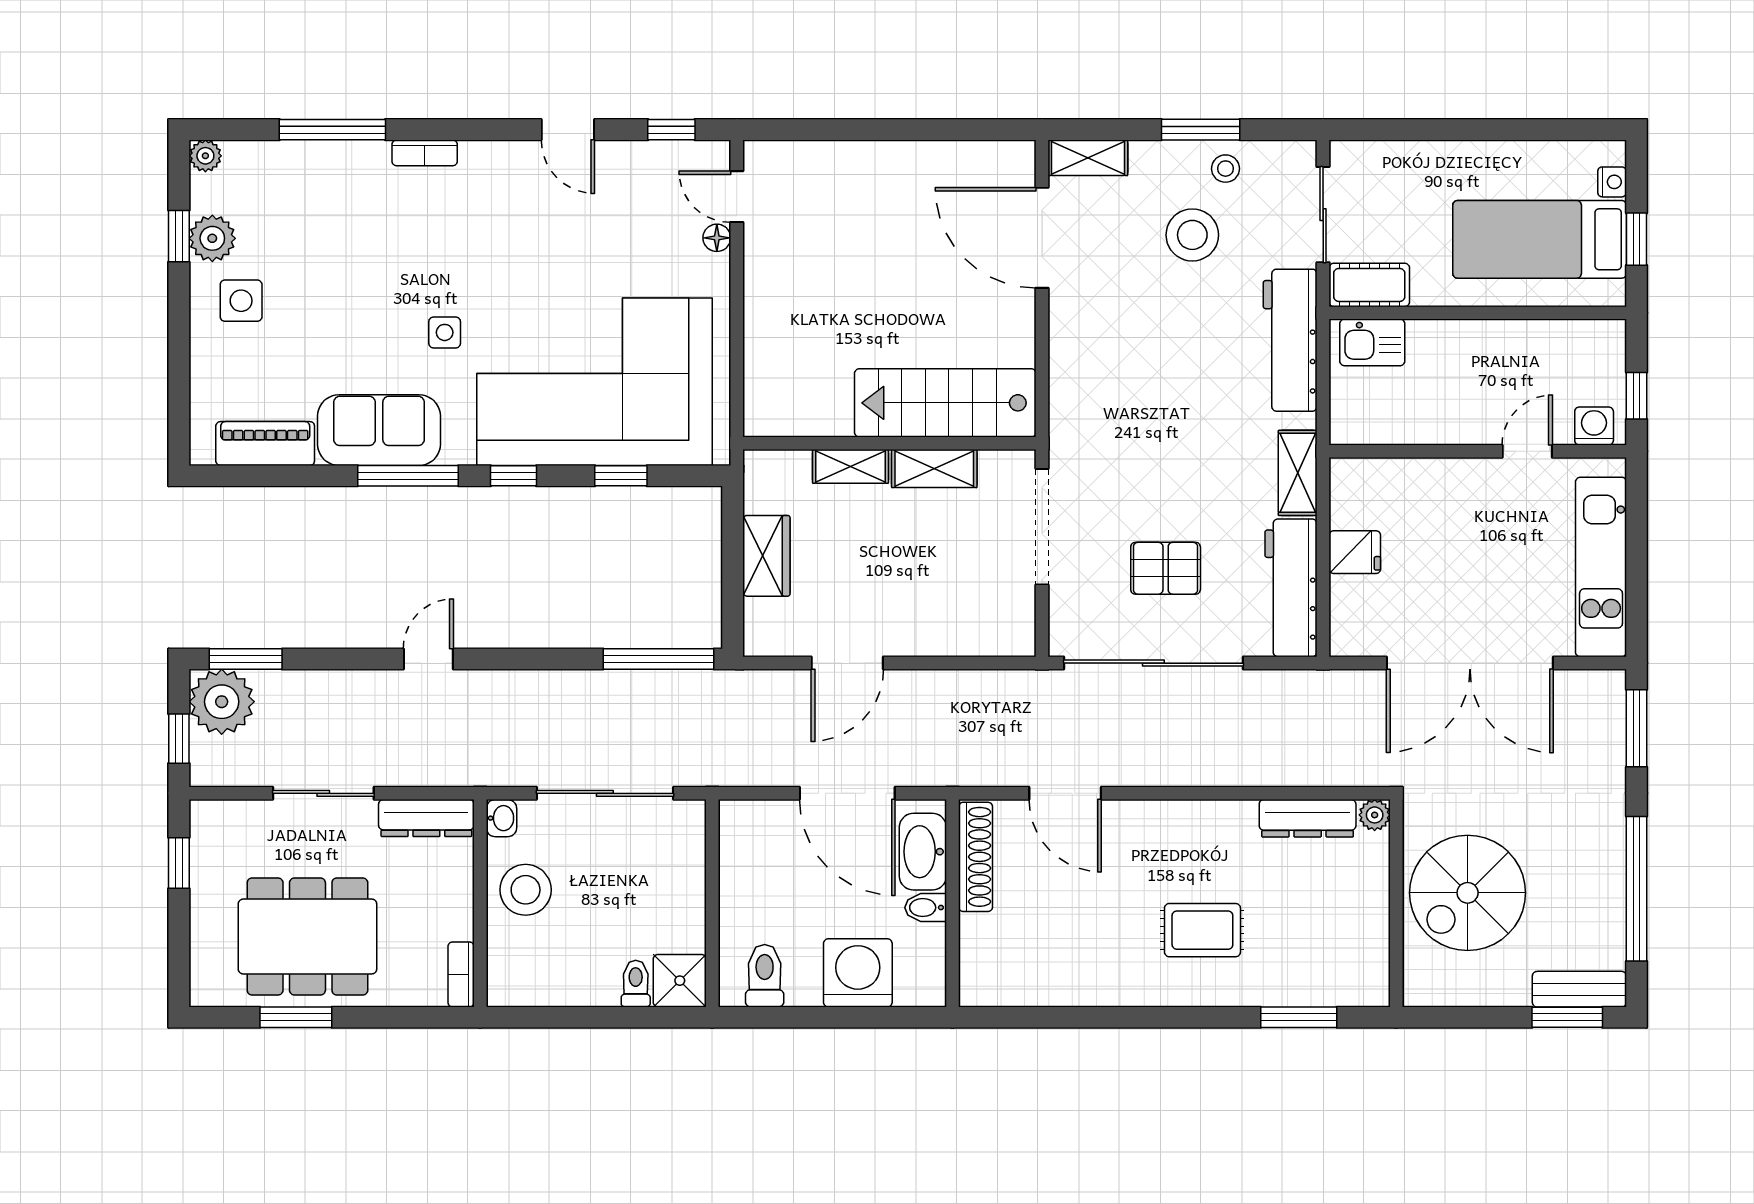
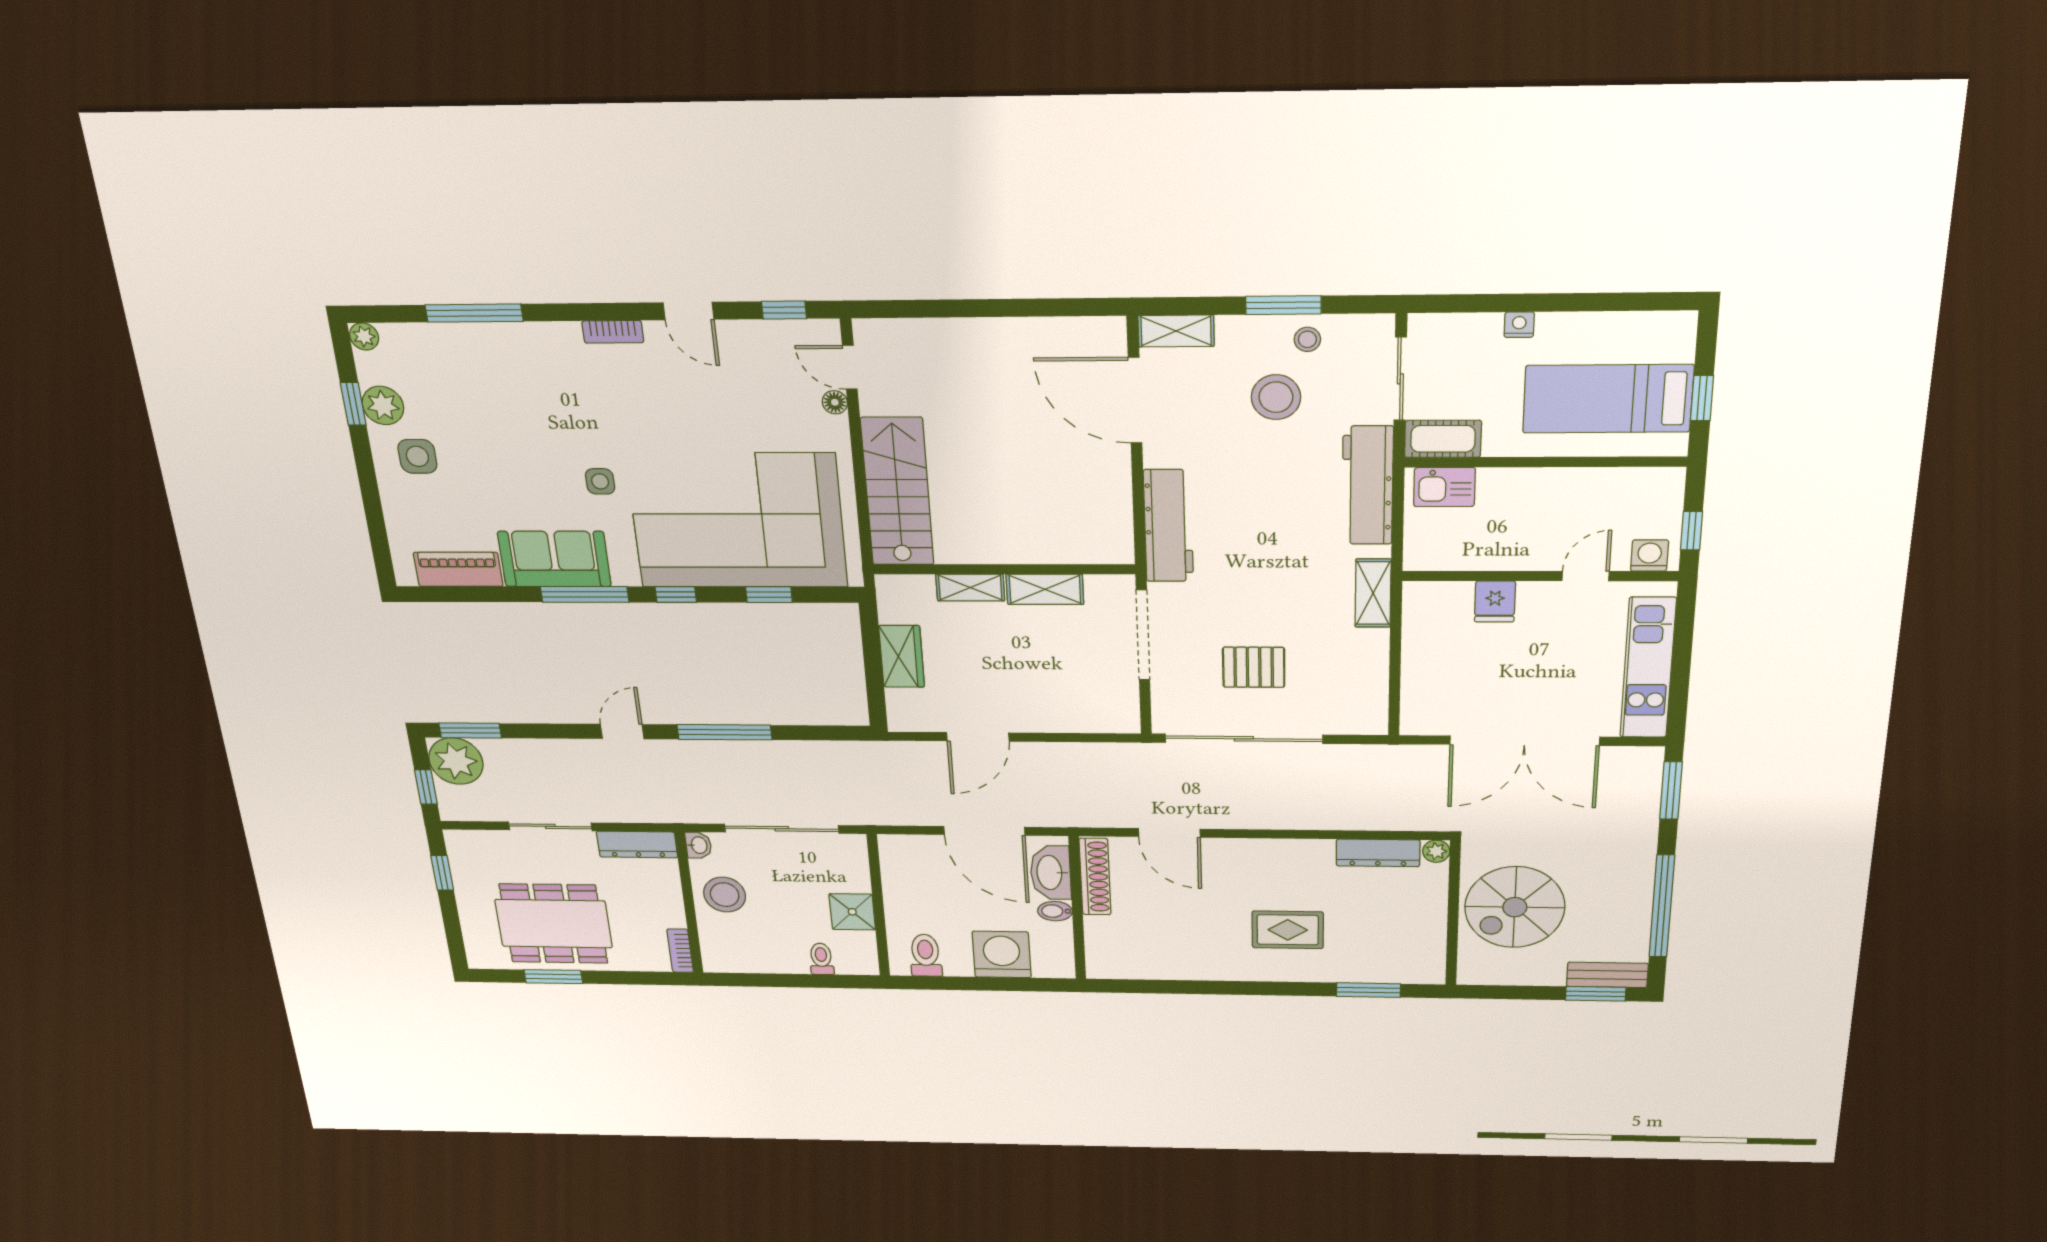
bookcase: (425, 153) -> (613, 332), moved
nightstand: (1612, 182) -> (1519, 325), moved, turned -90
stairs: (945, 403) -> (897, 492), moved, turned 90
fridge: (1355, 552) -> (1495, 601), moved, turned 90
workbench: (1291, 588) -> (1168, 526), moved, turned 180
window: (658, 659) -> (725, 732), moved
shower: (680, 981) -> (852, 912), moved

